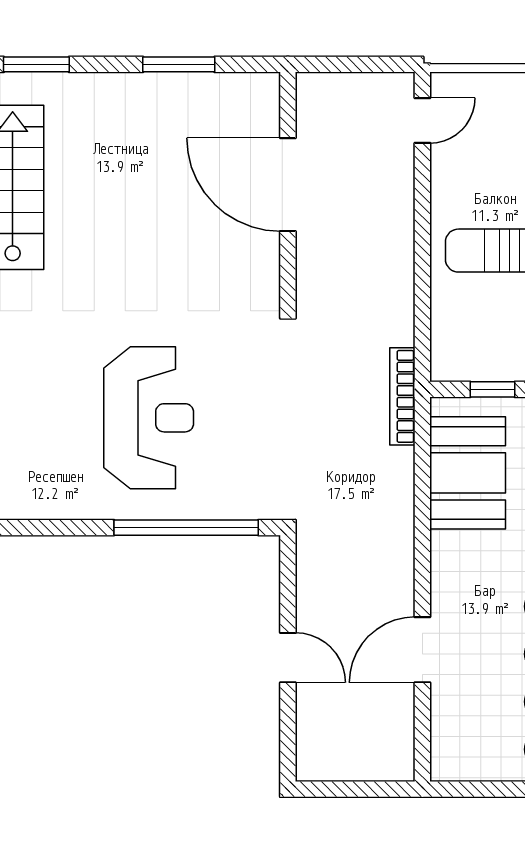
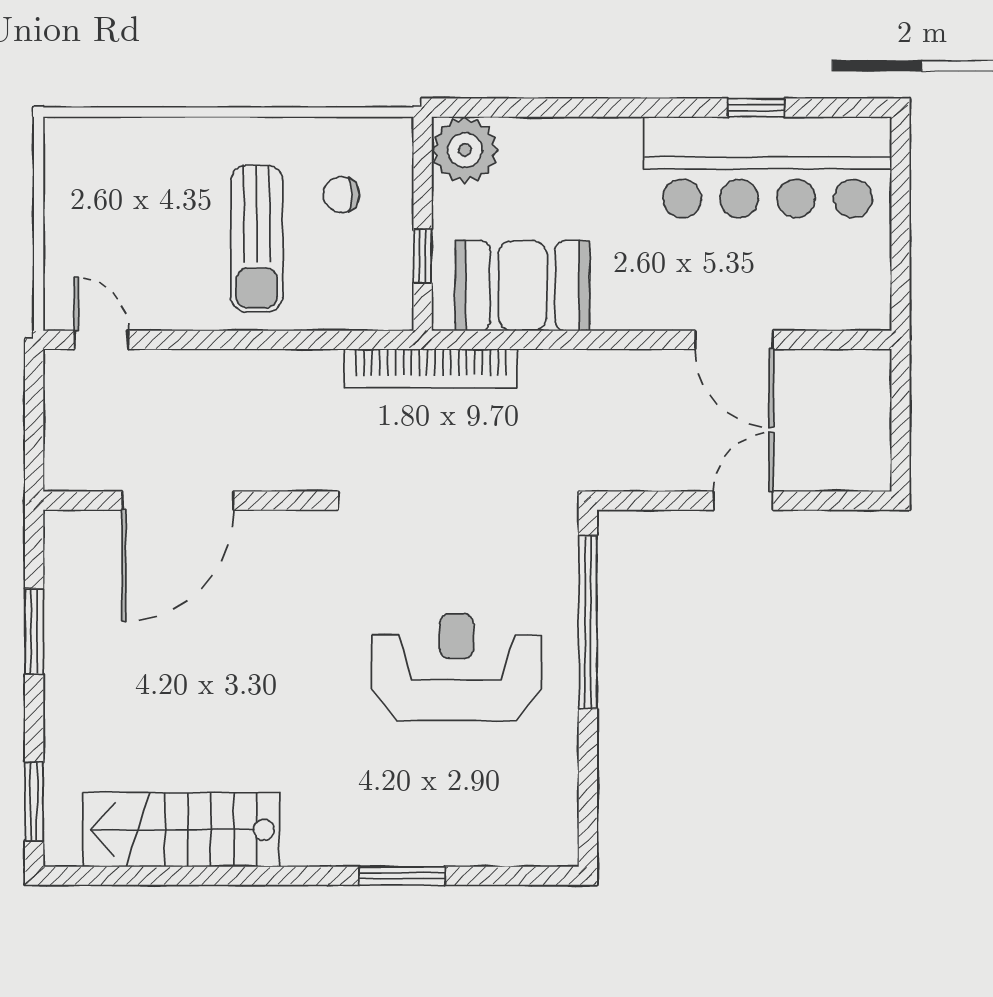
bookcase: (402, 396) -> (431, 368), width x1.48, depth x1.31

